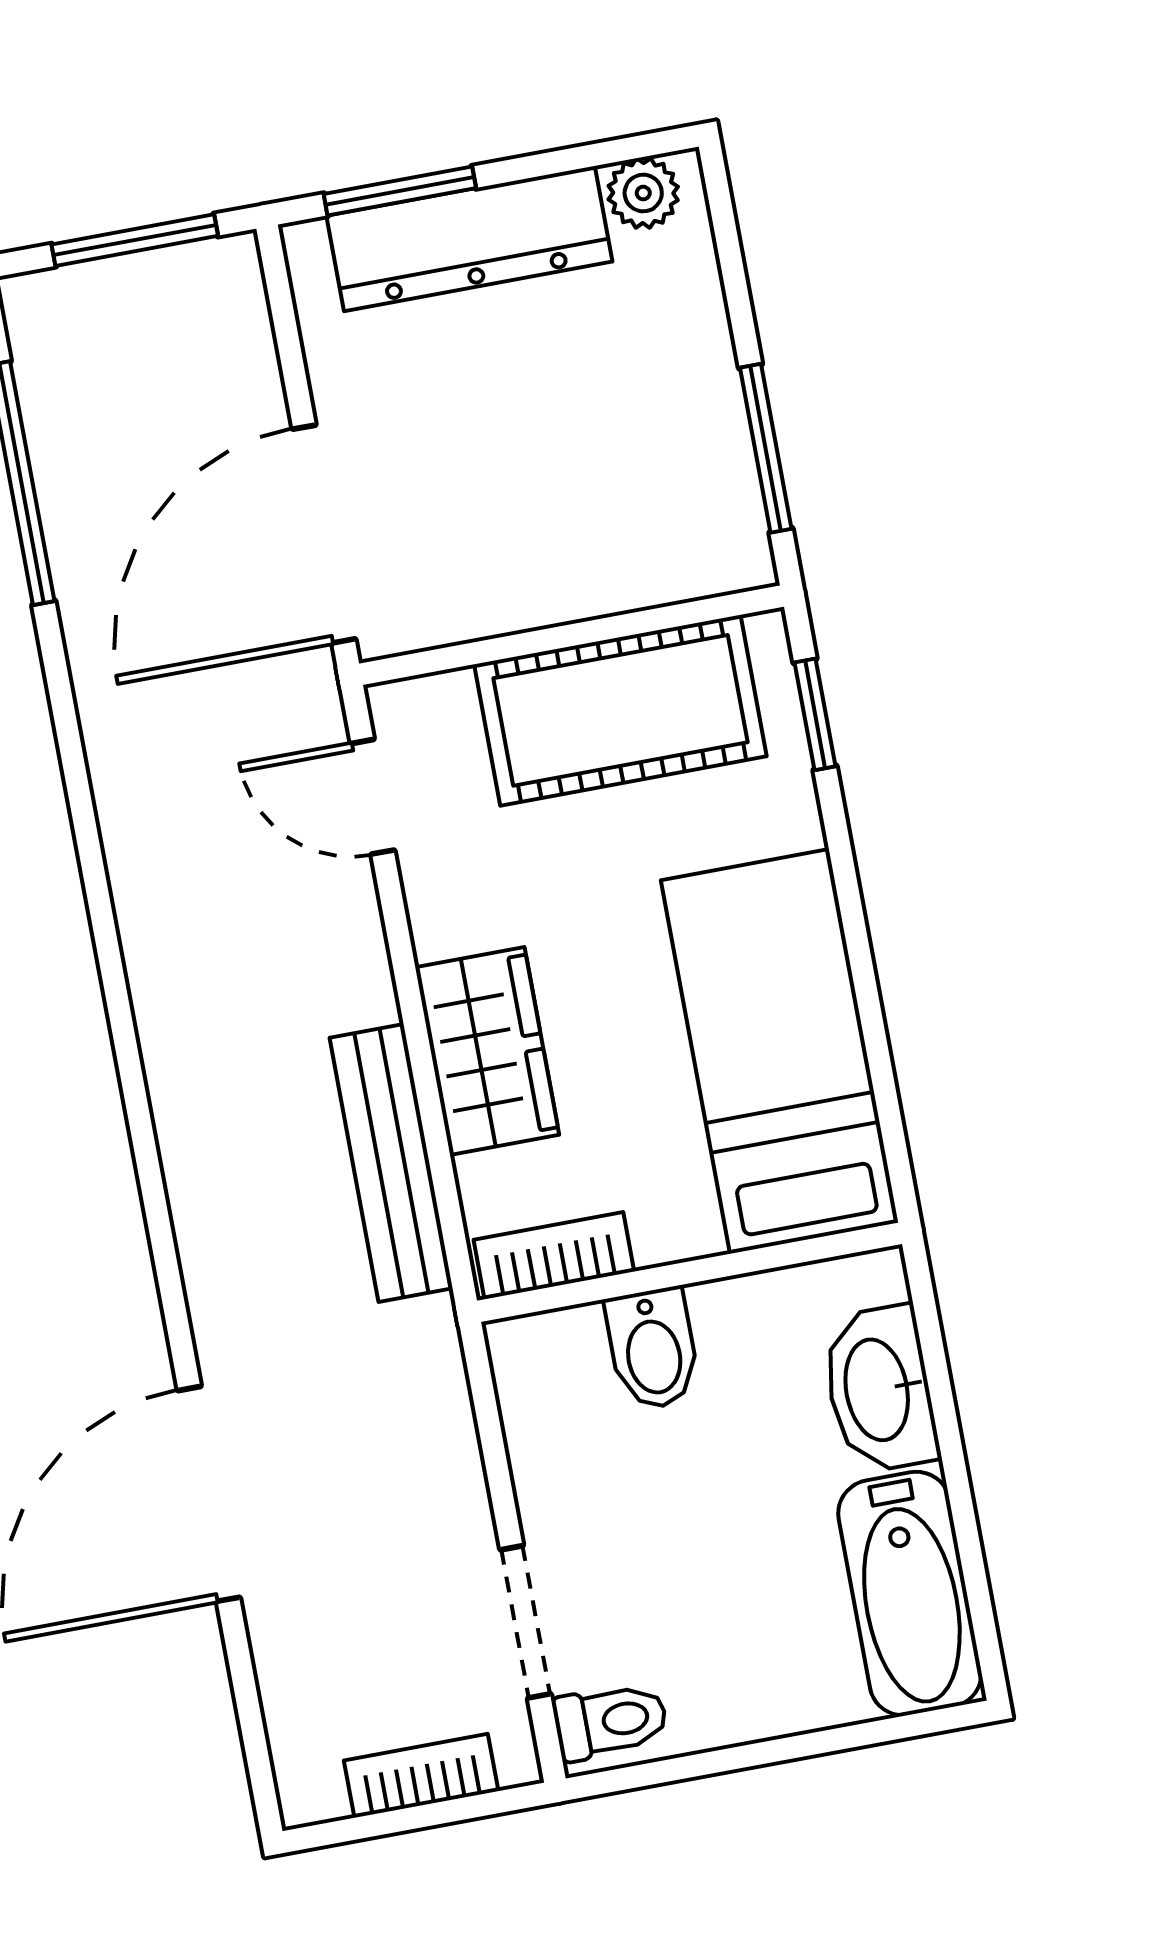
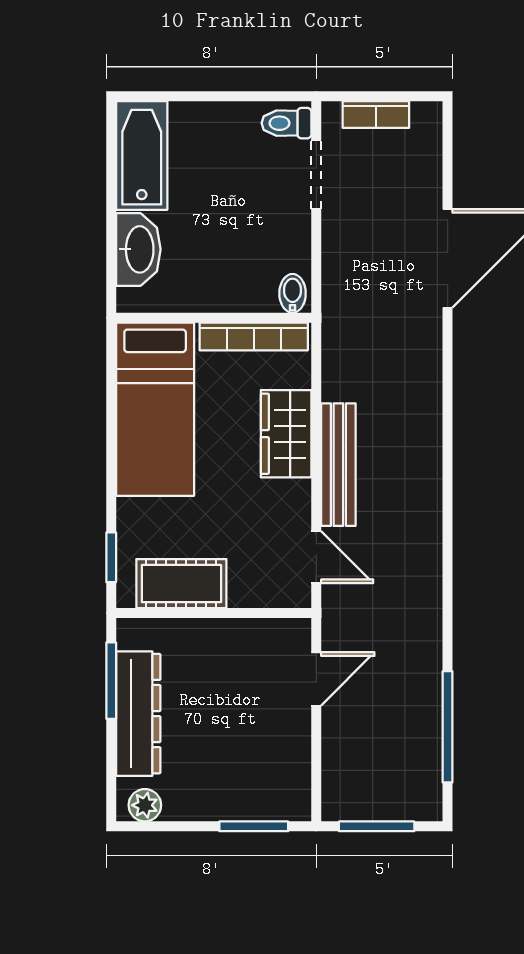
dresser: (469, 239) -> (138, 714), moved, turned 90
door: (324, 534) -> (316, 679), width x0.53
cot: (620, 710) -> (181, 584), width x0.73, depth x0.75
bench: (391, 1163) -> (338, 465), moved
bookcase: (554, 1256) -> (254, 336), width x1.56
bidet: (653, 1349) -> (293, 293), moved, width x0.72, depth x0.74

